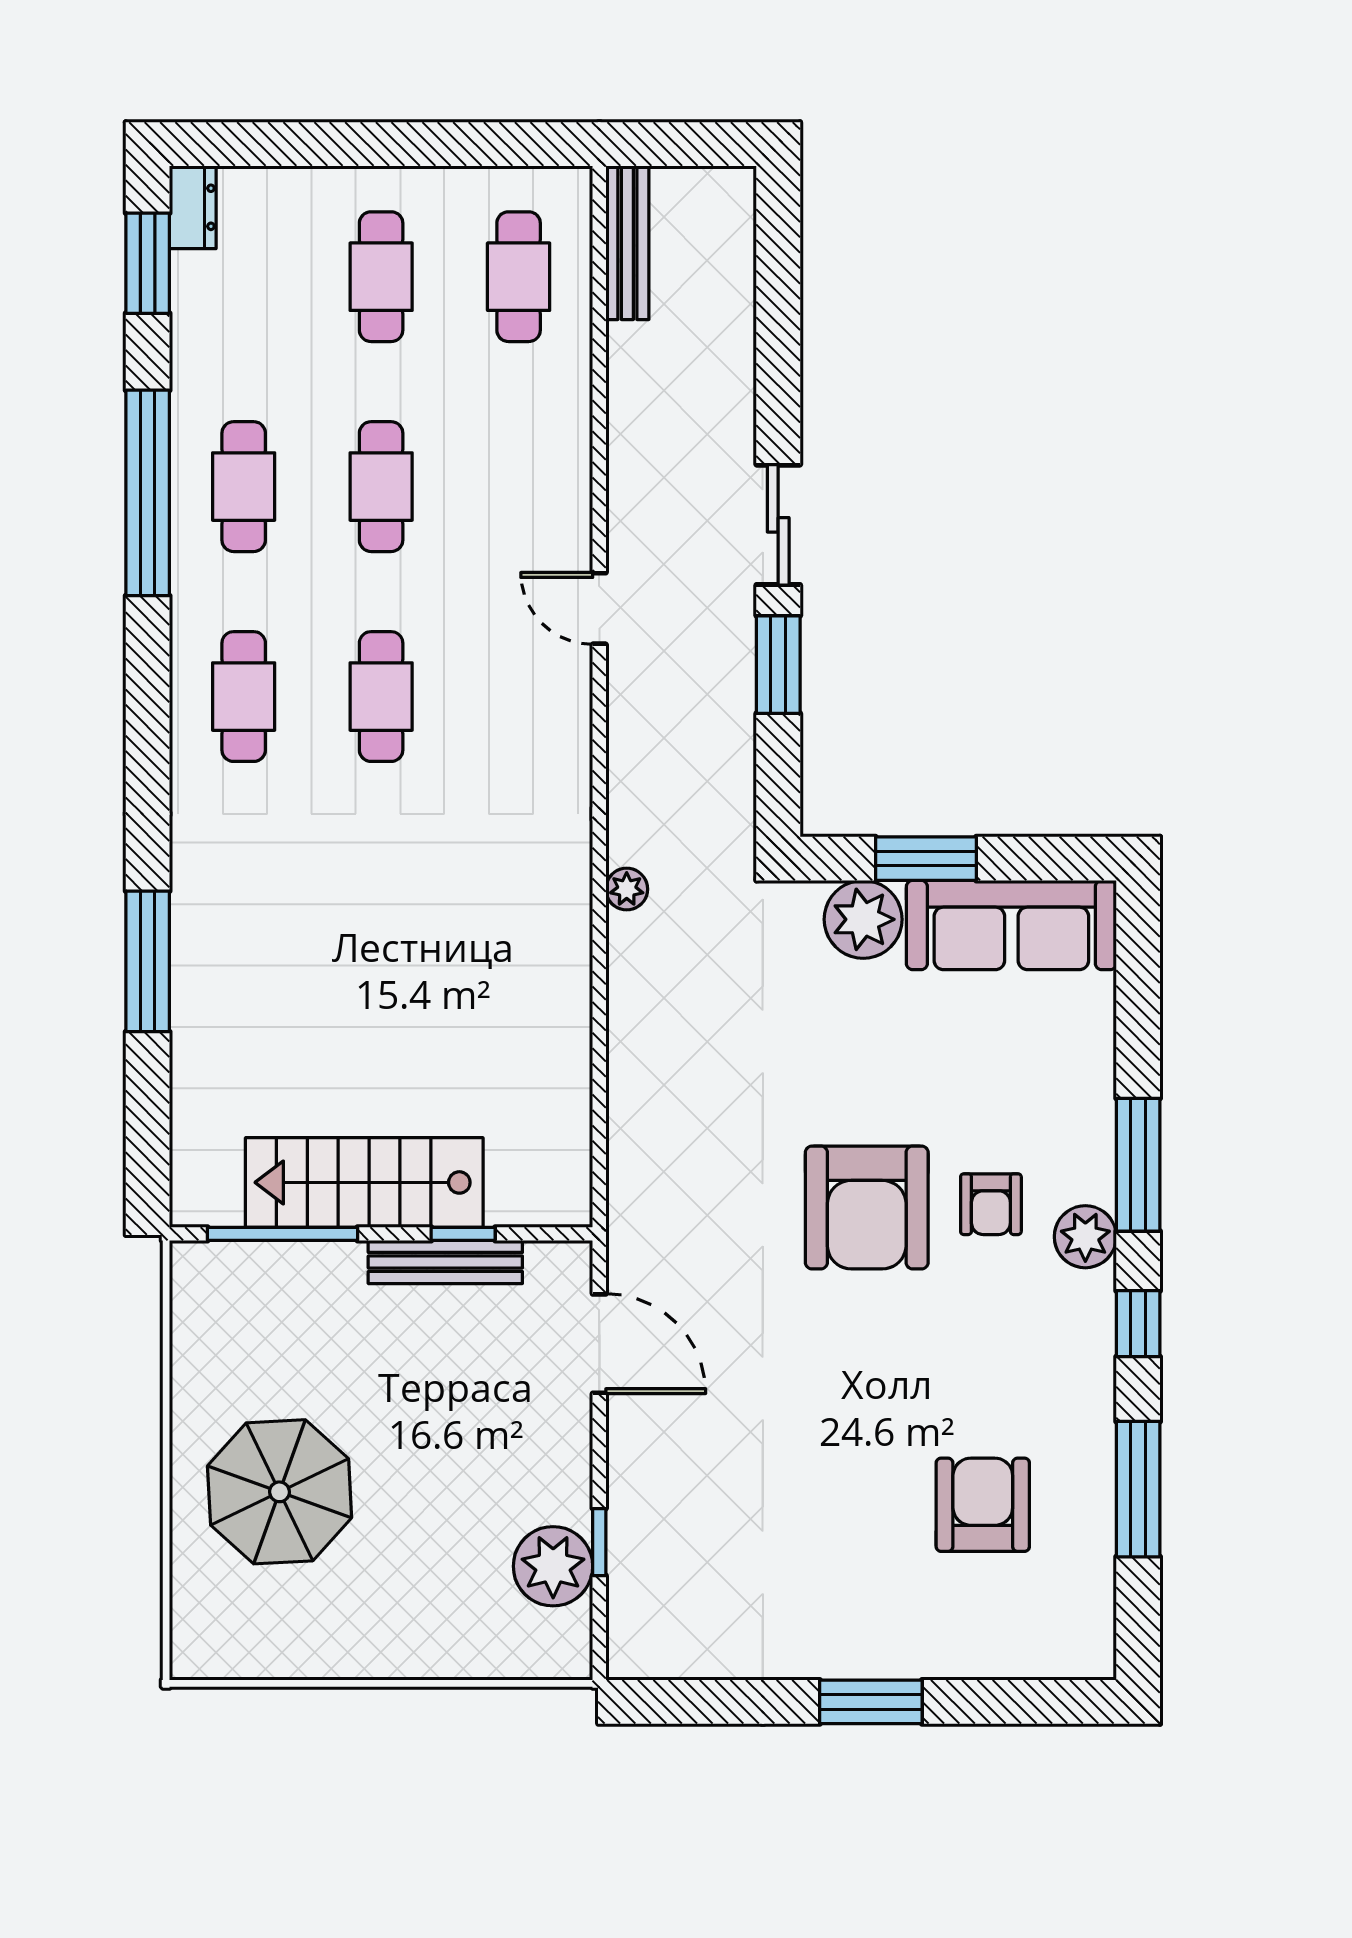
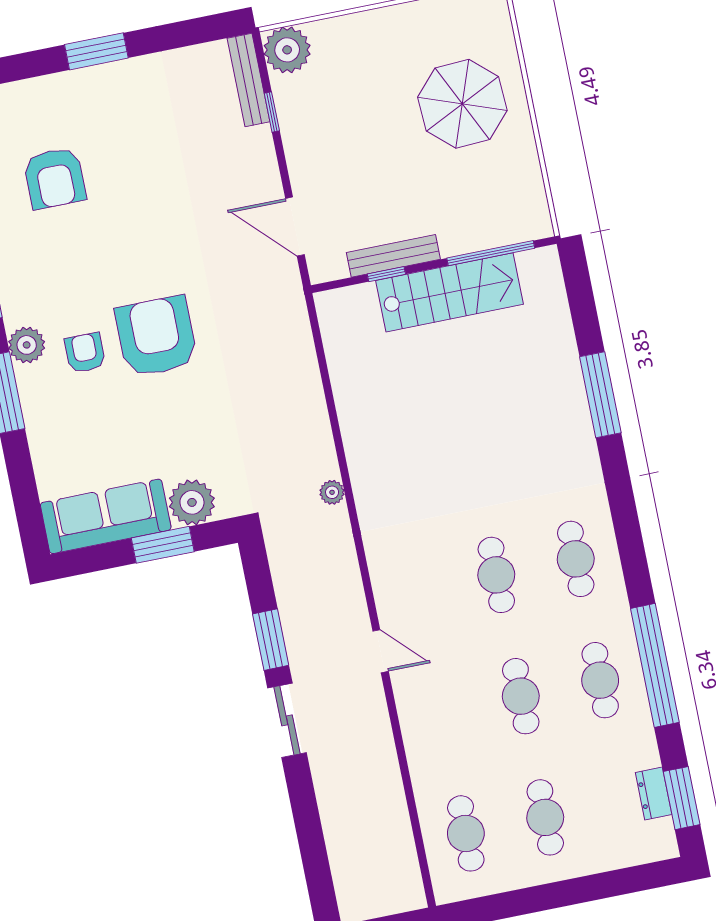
dresser: (193, 207) -> (654, 794), moved
bench: (627, 243) -> (248, 80), moved
plant: (553, 1566) -> (287, 50), moved

